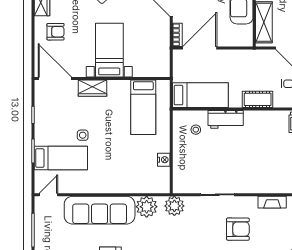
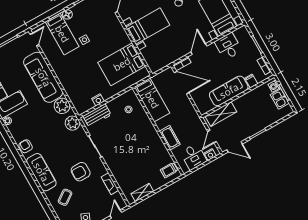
wardrobe: (93, 88) -> (118, 29), removed
bed: (143, 107) -> (122, 64), width x1.50
workbench: (226, 119) -> (97, 115), moved, turned -90
floor lamp: (41, 138) -> (67, 14), added
door: (48, 195) -> (34, 39), hinge flipped
armchair: (238, 229) -> (81, 172), turned 90

